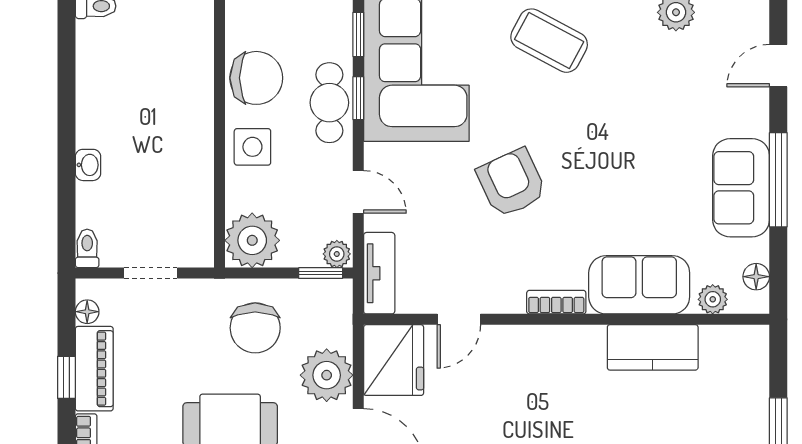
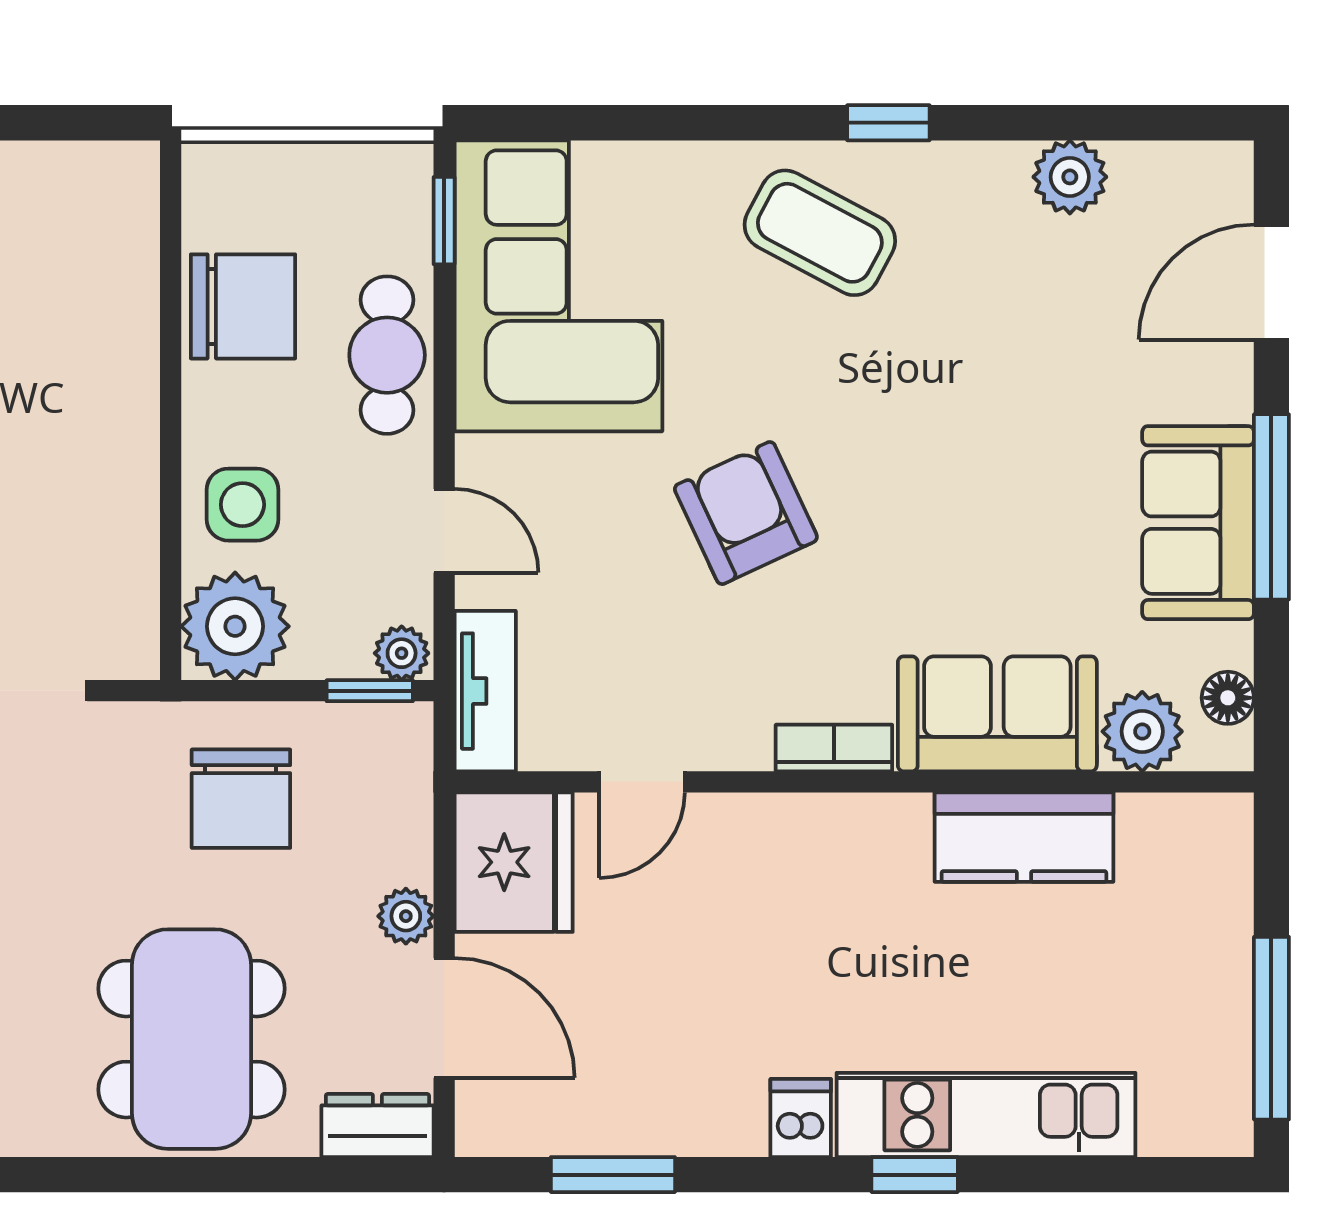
door: (778, 66) -> (1271, 282), width x1.37
window: (358, 98) -> (444, 346), removed
side table: (252, 147) -> (242, 505), moved
plant: (713, 299) -> (1142, 731), width x1.38, depth x1.38
plant: (327, 375) -> (406, 916), width x0.53, depth x0.53

